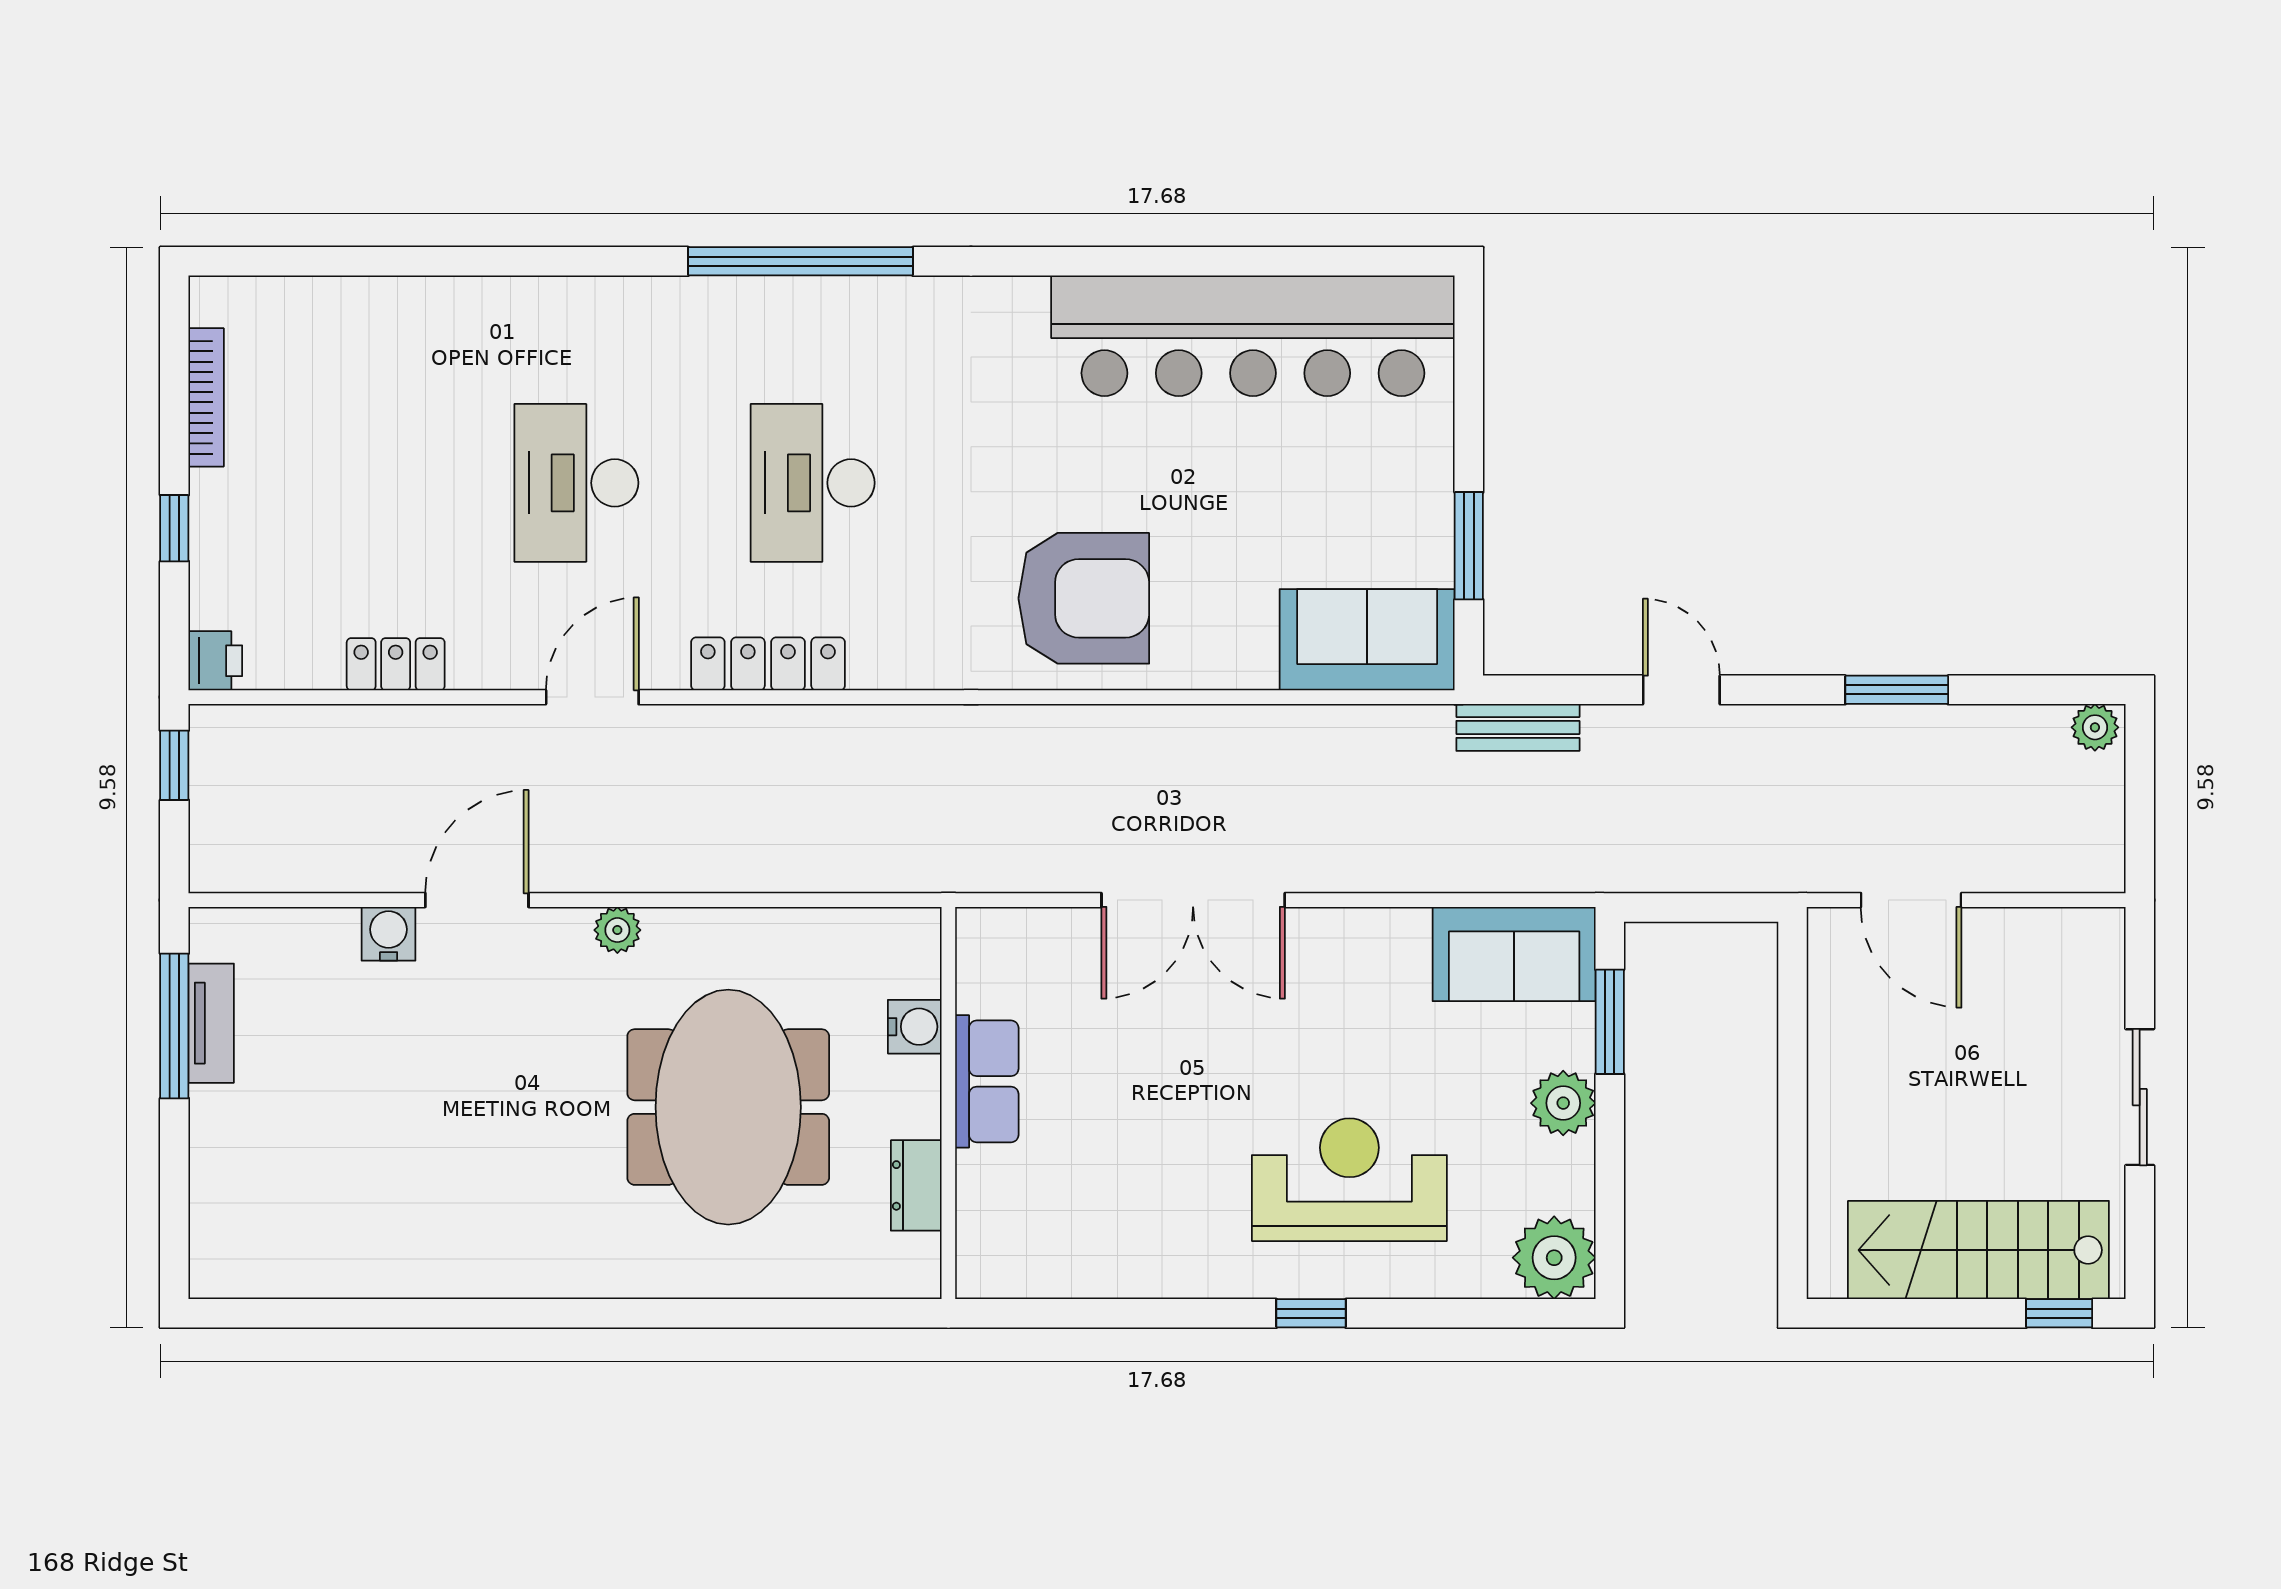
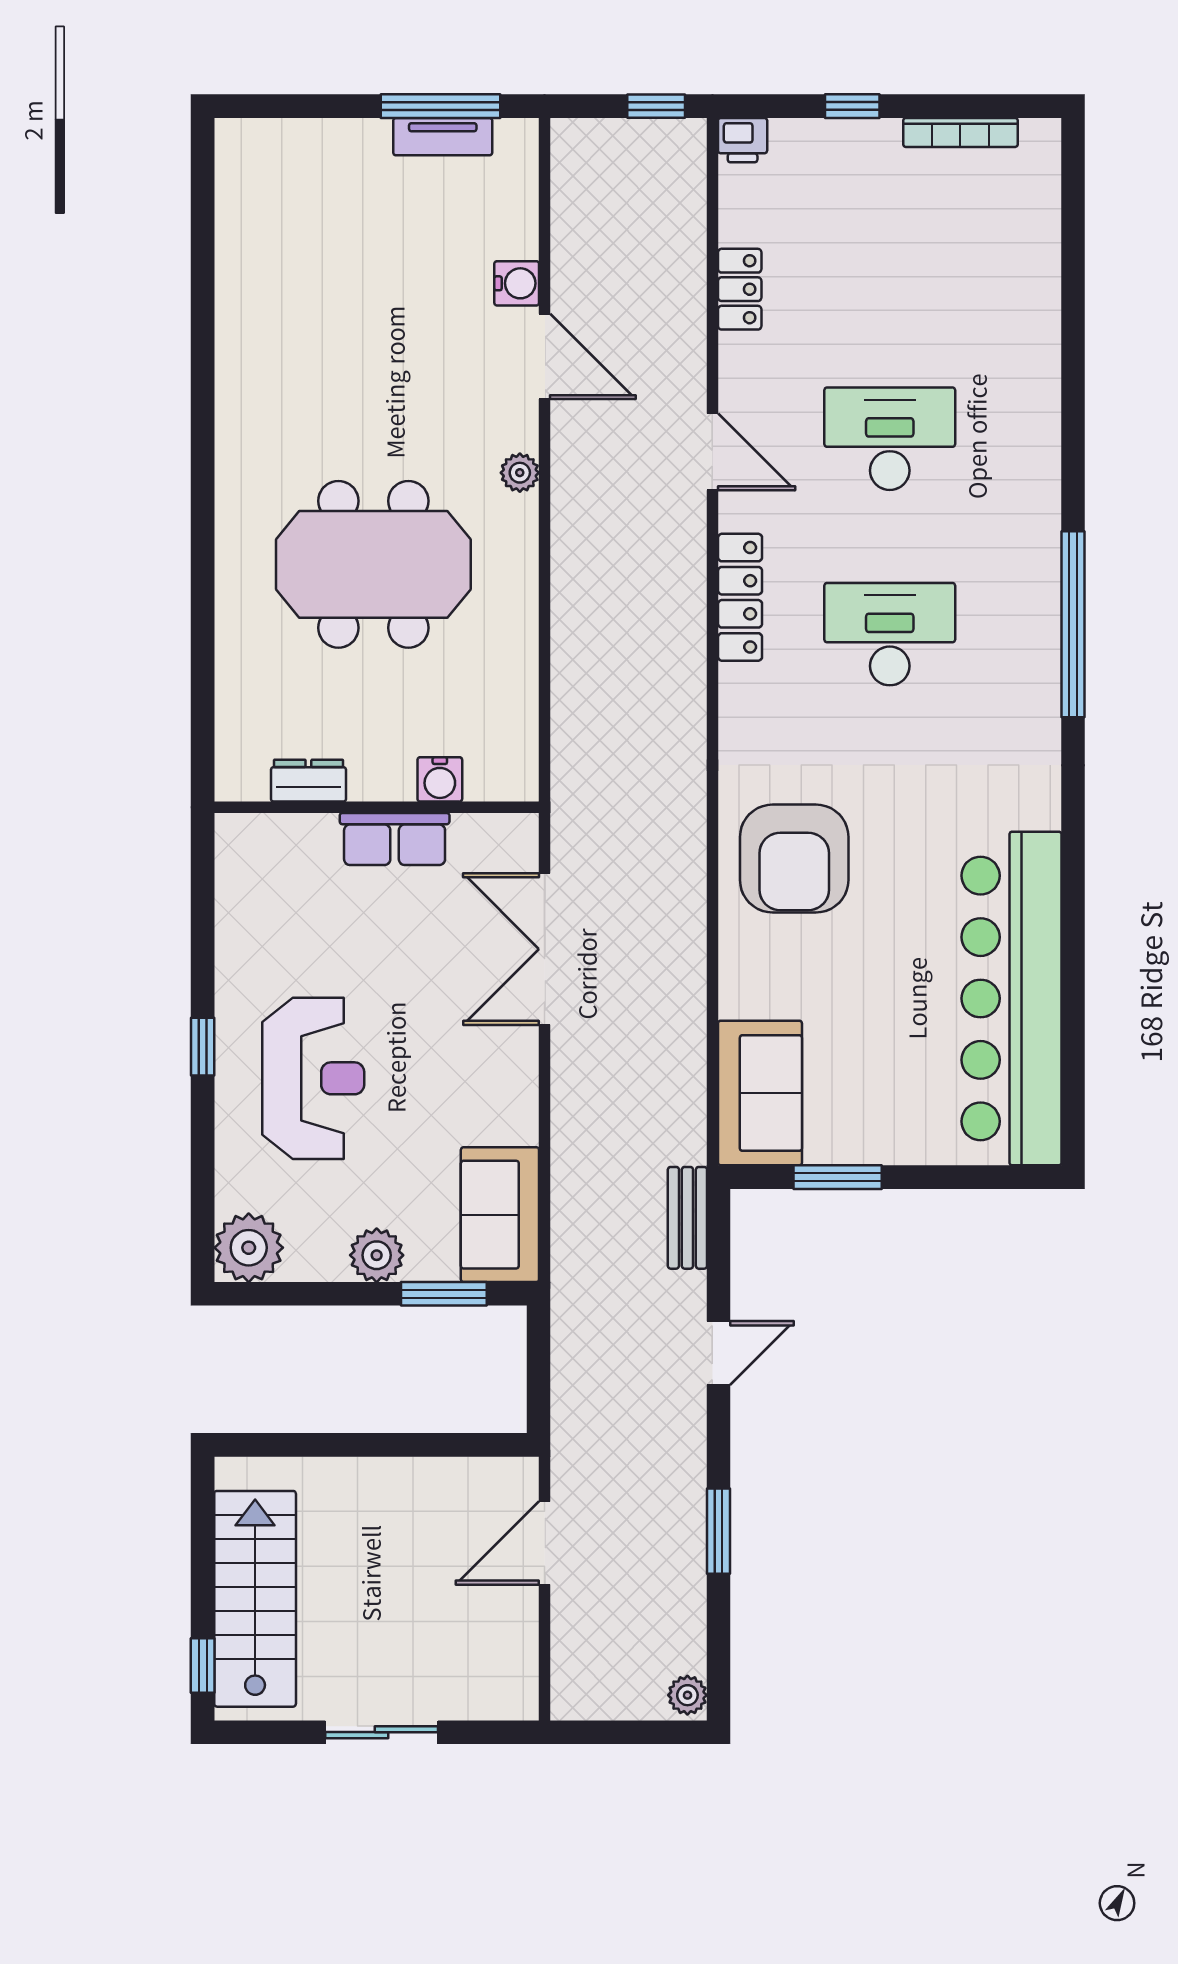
water cooler: (915, 1027) -> (440, 779), moved
row of seats: (987, 1081) -> (395, 839), moved
wall: (948, 1103) -> (377, 807), moved
dresser: (916, 1185) -> (308, 781), moved

